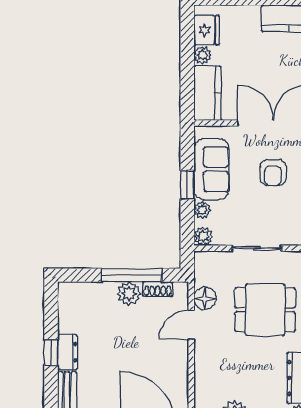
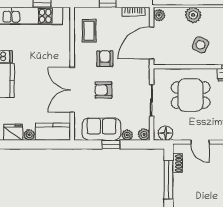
armchair: (273, 173) -> (104, 90), turned 180
plant: (129, 294) -> (180, 181), removed
floor lamp: (205, 298) -> (165, 133), moved
dining table: (265, 310) -> (191, 95), turned 90

